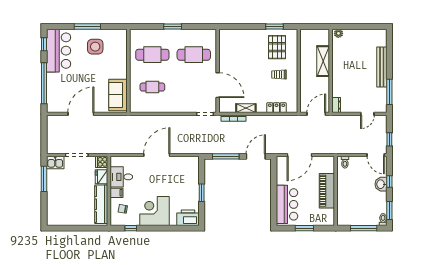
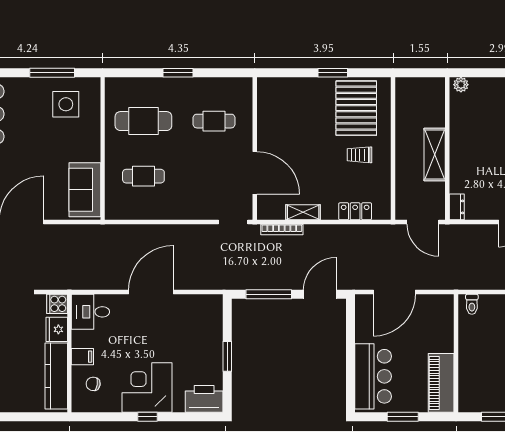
window: (87, 26) -> (52, 73), moved
window: (274, 26) -> (333, 73), moved
side table: (95, 47) -> (66, 104), moved
pallet: (277, 47) -> (356, 108), width x1.37, depth x1.41
cafe table: (194, 55) -> (214, 121), width x0.73, depth x0.74
shelving: (323, 61) -> (435, 154), moved
door: (316, 114) -> (423, 222), swing flipped
desk: (121, 177) -> (90, 312), moved
piano: (327, 191) -> (441, 383), moved
window: (131, 228) -> (148, 417), moved

